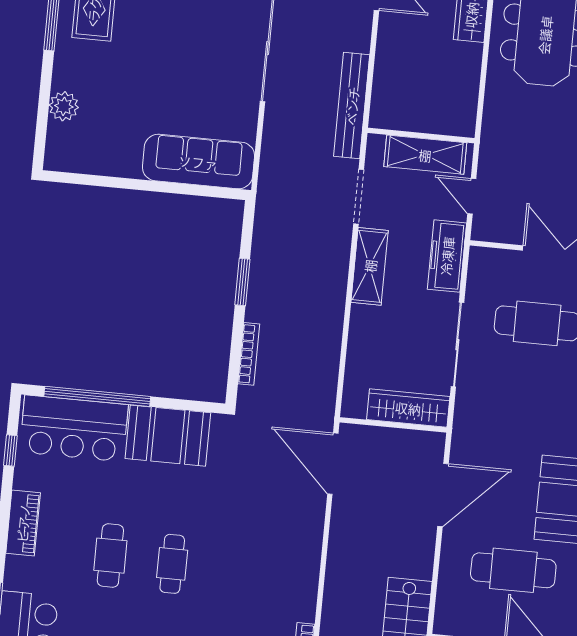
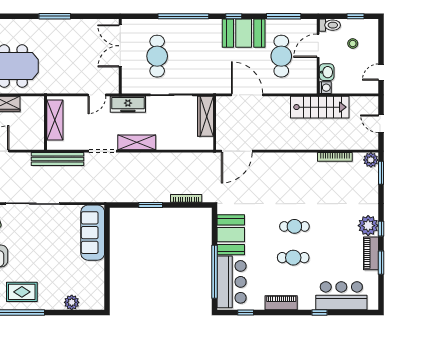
wall: (421, 136) -> (45, 123), moved
shelving: (425, 155) -> (55, 120), moved

